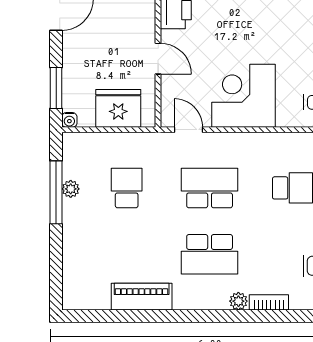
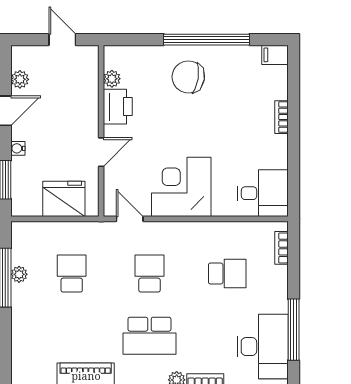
door: (158, 59) -> (101, 152), hinge flipped
water cooler: (69, 120) -> (18, 148), moved, turned 90
school desk: (210, 188) -> (149, 273), width x0.54

